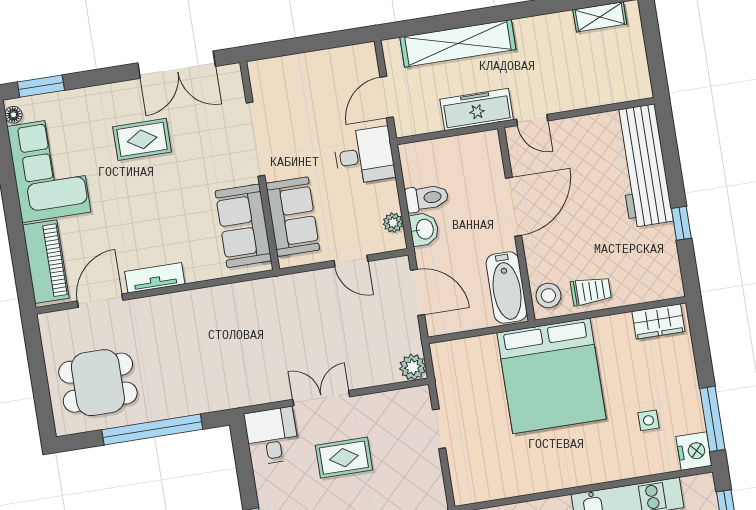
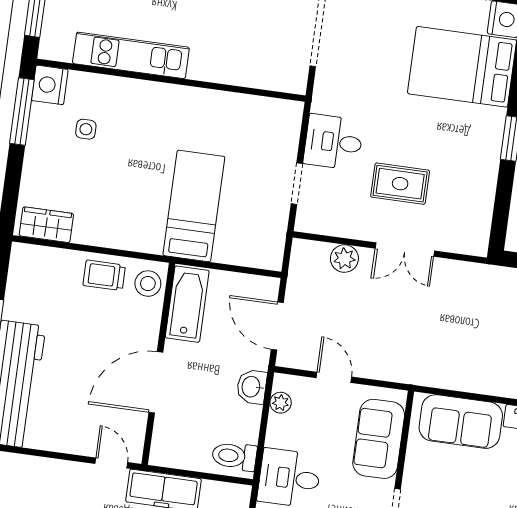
toilet: (427, 198) -> (234, 456), moved
sofa: (243, 226) -> (461, 422), moved, turned 90
plant: (413, 367) -> (344, 259), moved
bed: (551, 376) -> (194, 206), width x0.49
desk: (272, 436) -> (333, 142), moved, turned 90

